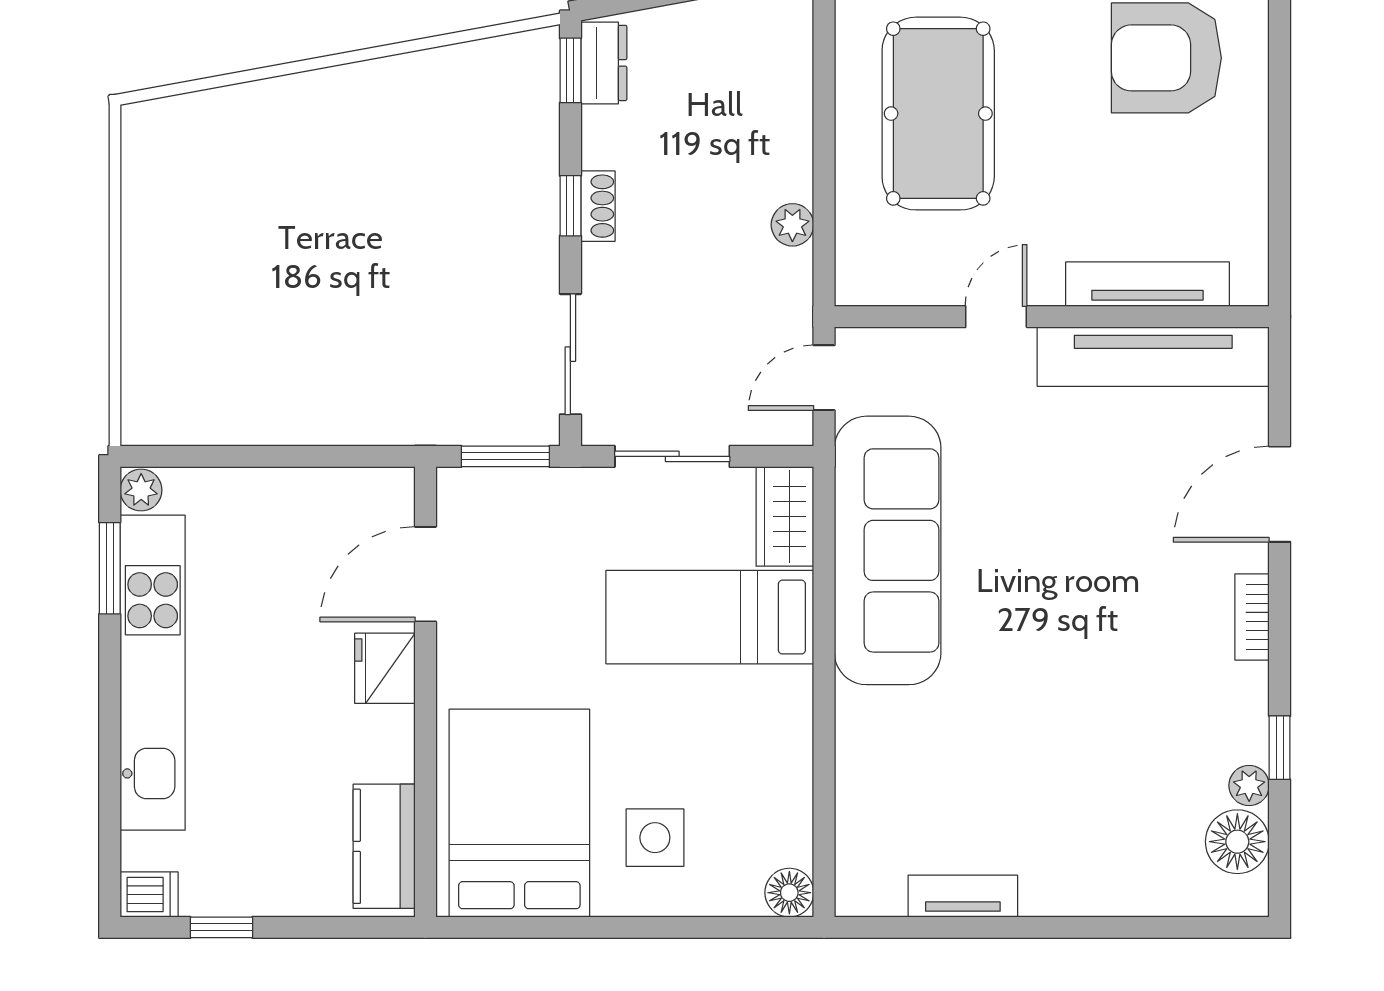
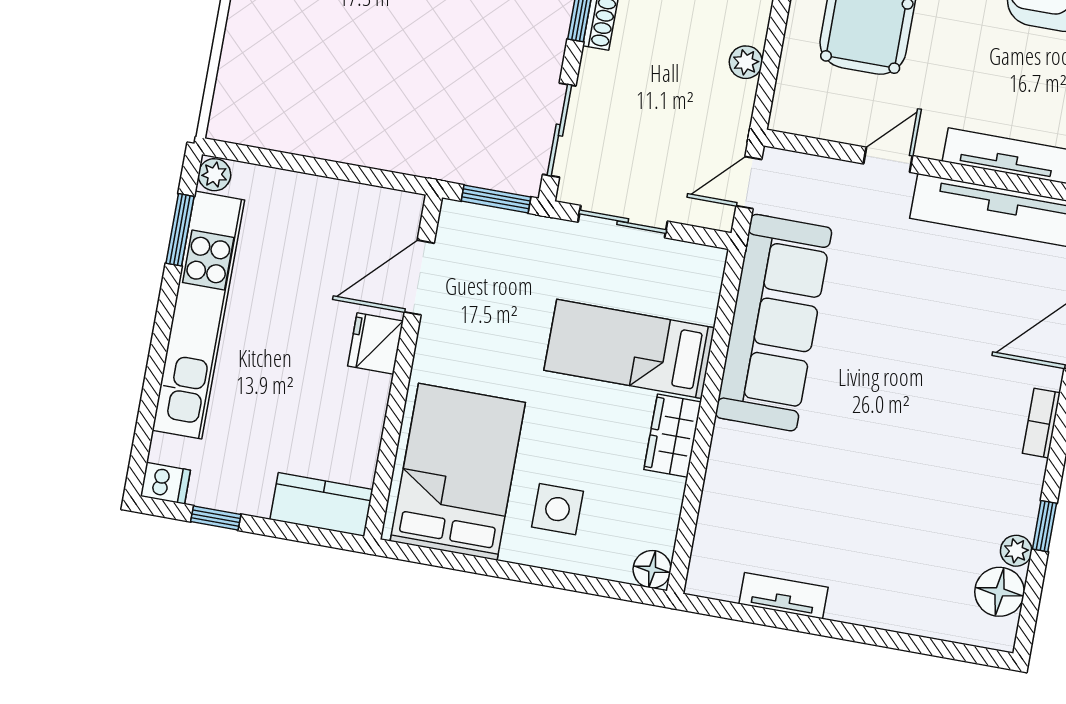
wardrobe: (785, 516) -> (673, 436), moved
kitchen counter: (384, 846) -> (321, 505), moved, turned 90

